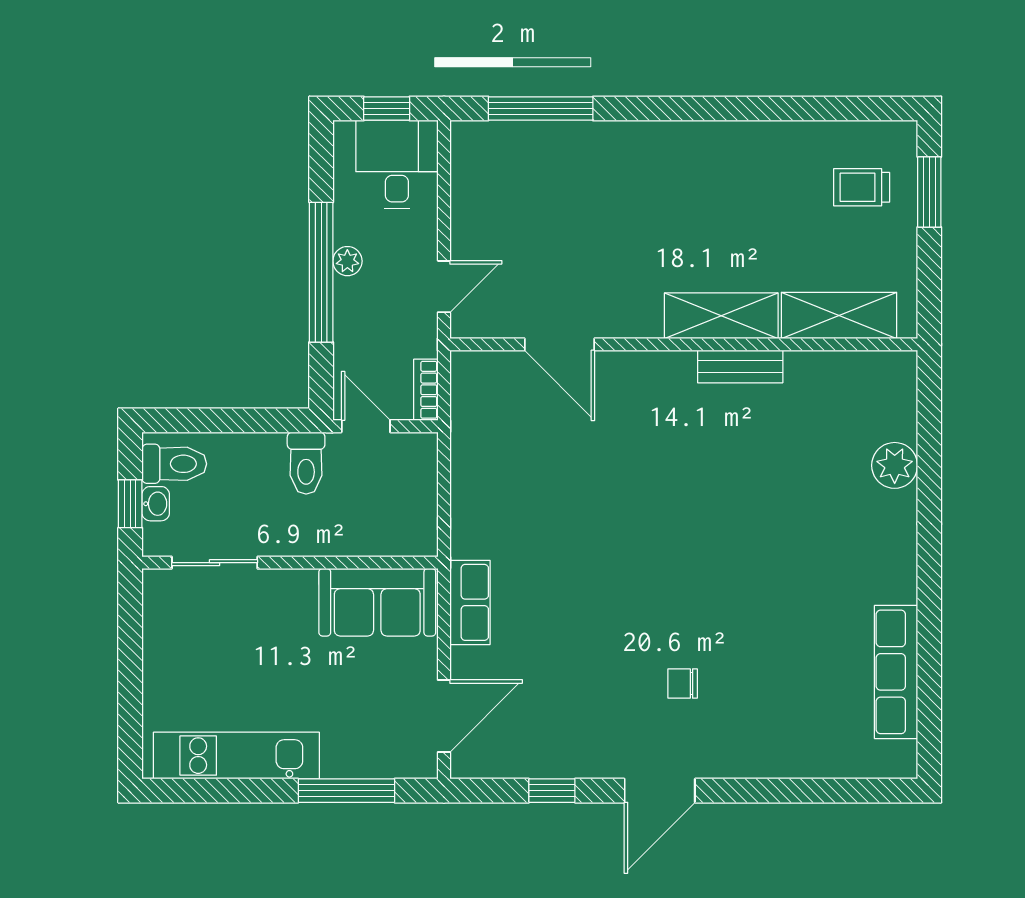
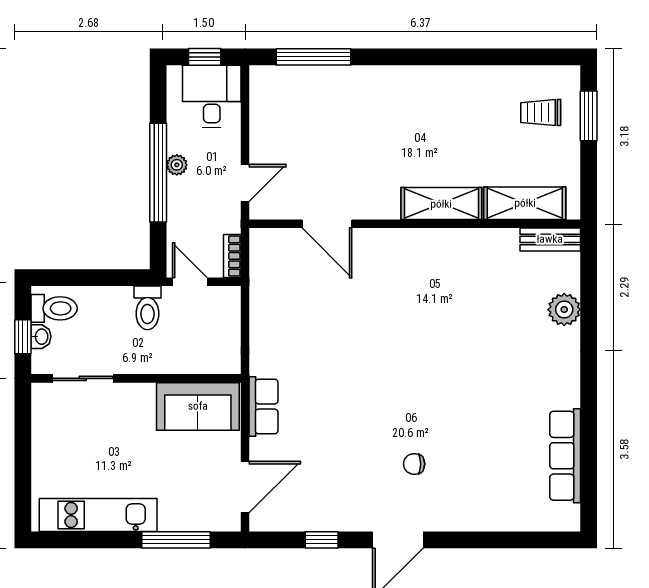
bench: (740, 366) -> (550, 239), moved

